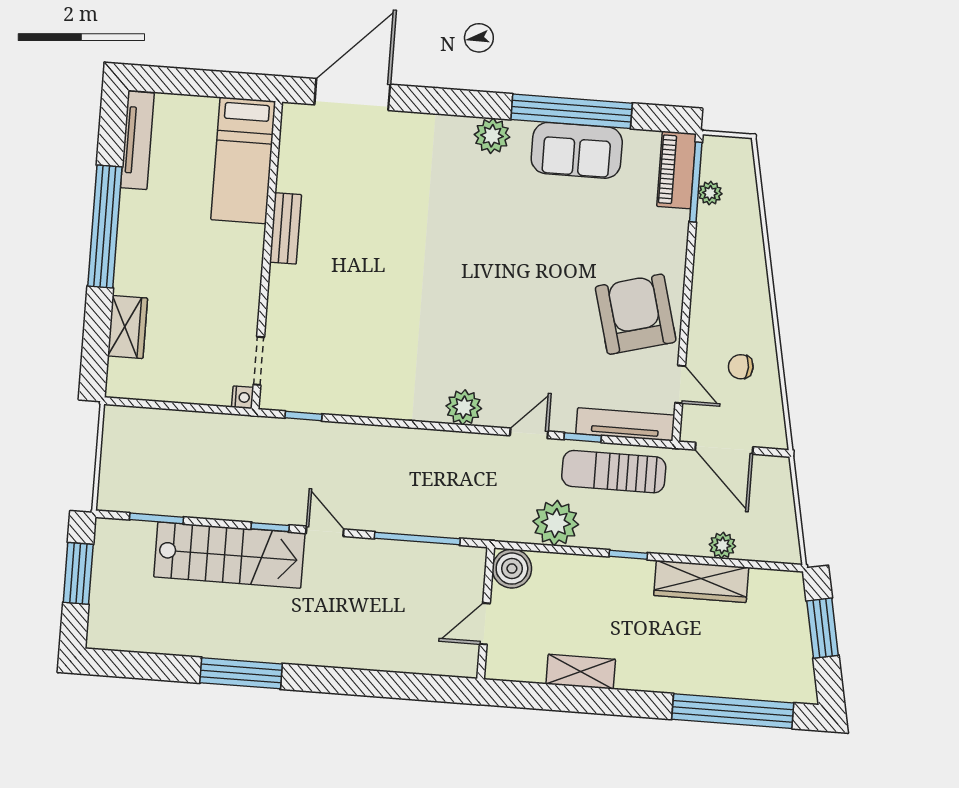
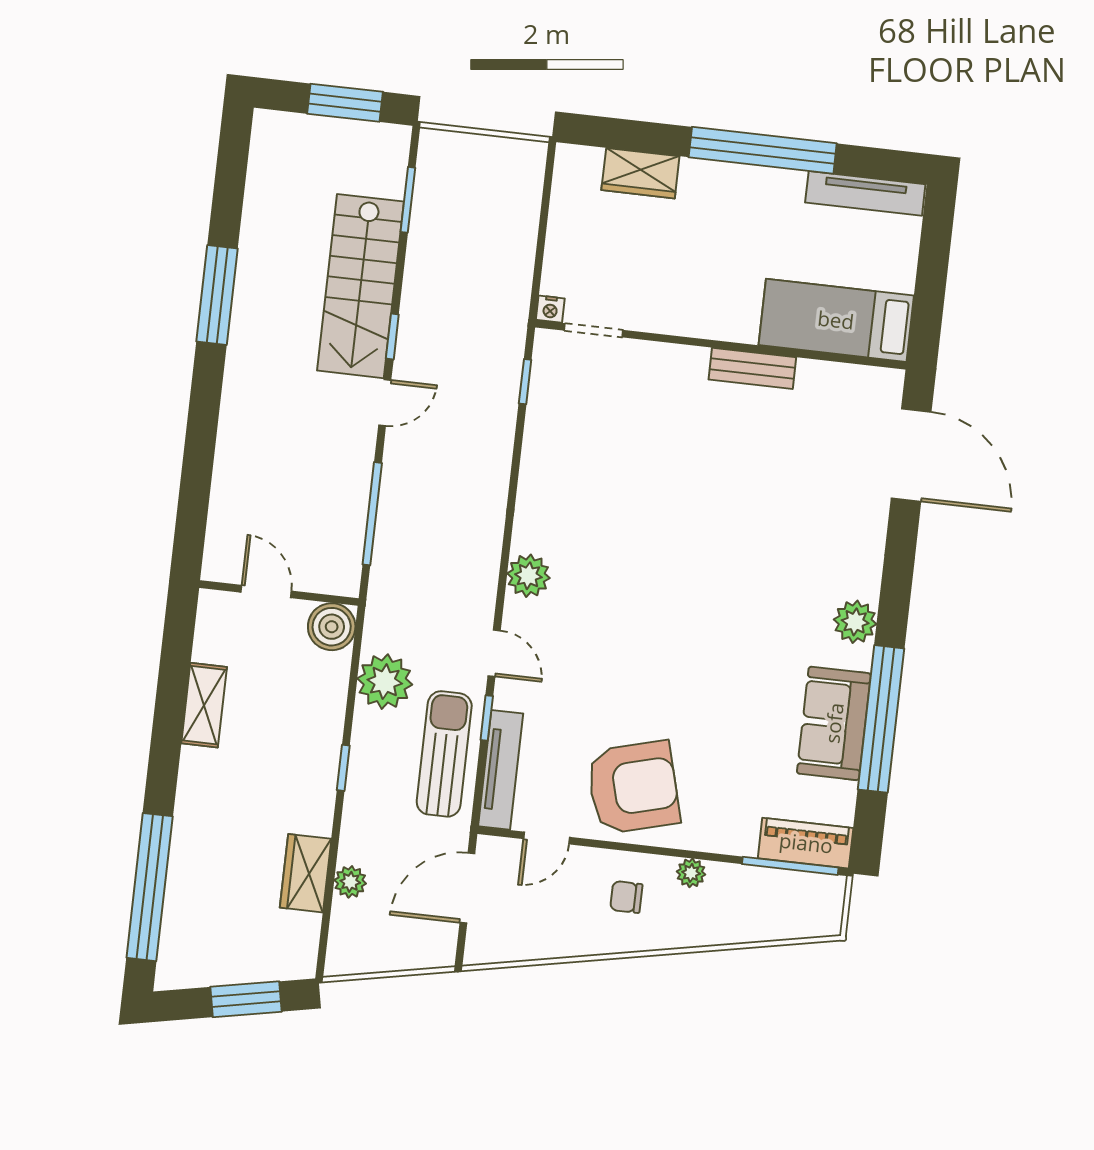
plant: (710, 193) -> (691, 873), moved
chair: (741, 367) -> (626, 897), moved, turned -90
wardrobe: (701, 581) -> (306, 873), width x0.67

